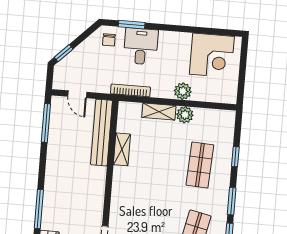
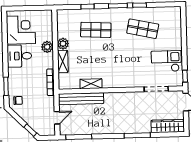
desk: (141, 46) -> (19, 56), moved

